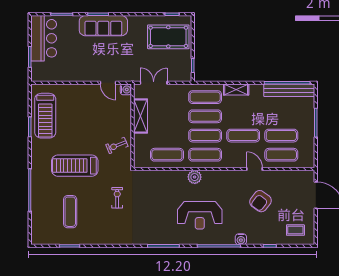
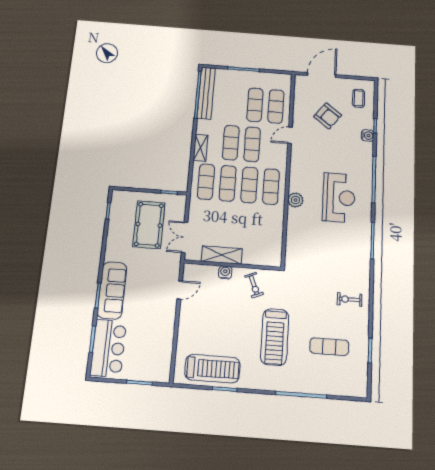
pool table: (168, 37) -> (149, 225), moved
bar counter: (44, 38) -> (108, 348), moved, turned 90
water cooler: (126, 89) -> (225, 272), moved
exercise mat: (167, 155) -> (231, 143), moved
exercise bike: (117, 198) -> (350, 299), moved
armchair: (260, 201) -> (328, 116), moved
water cooler: (241, 239) -> (368, 135), moved

